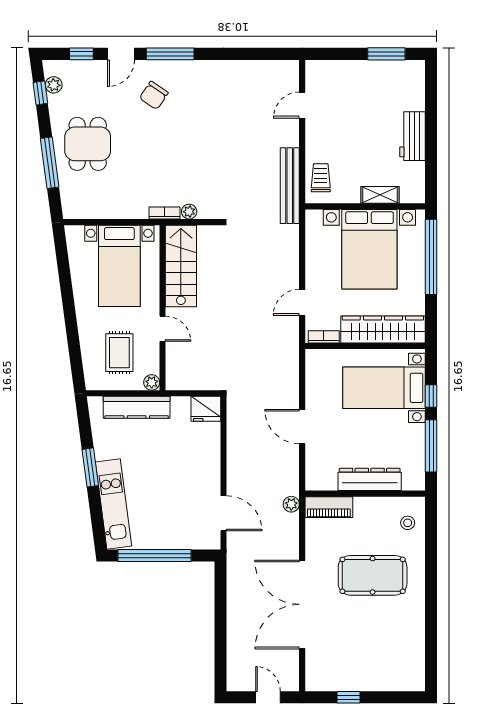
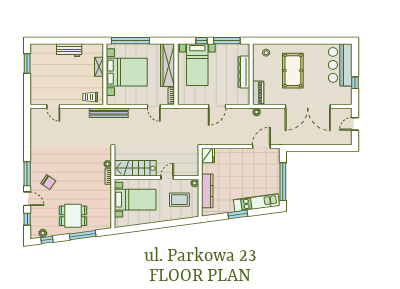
bench: (290, 186) -> (109, 113), moved
bar counter: (384, 668) -> (340, 65), added

